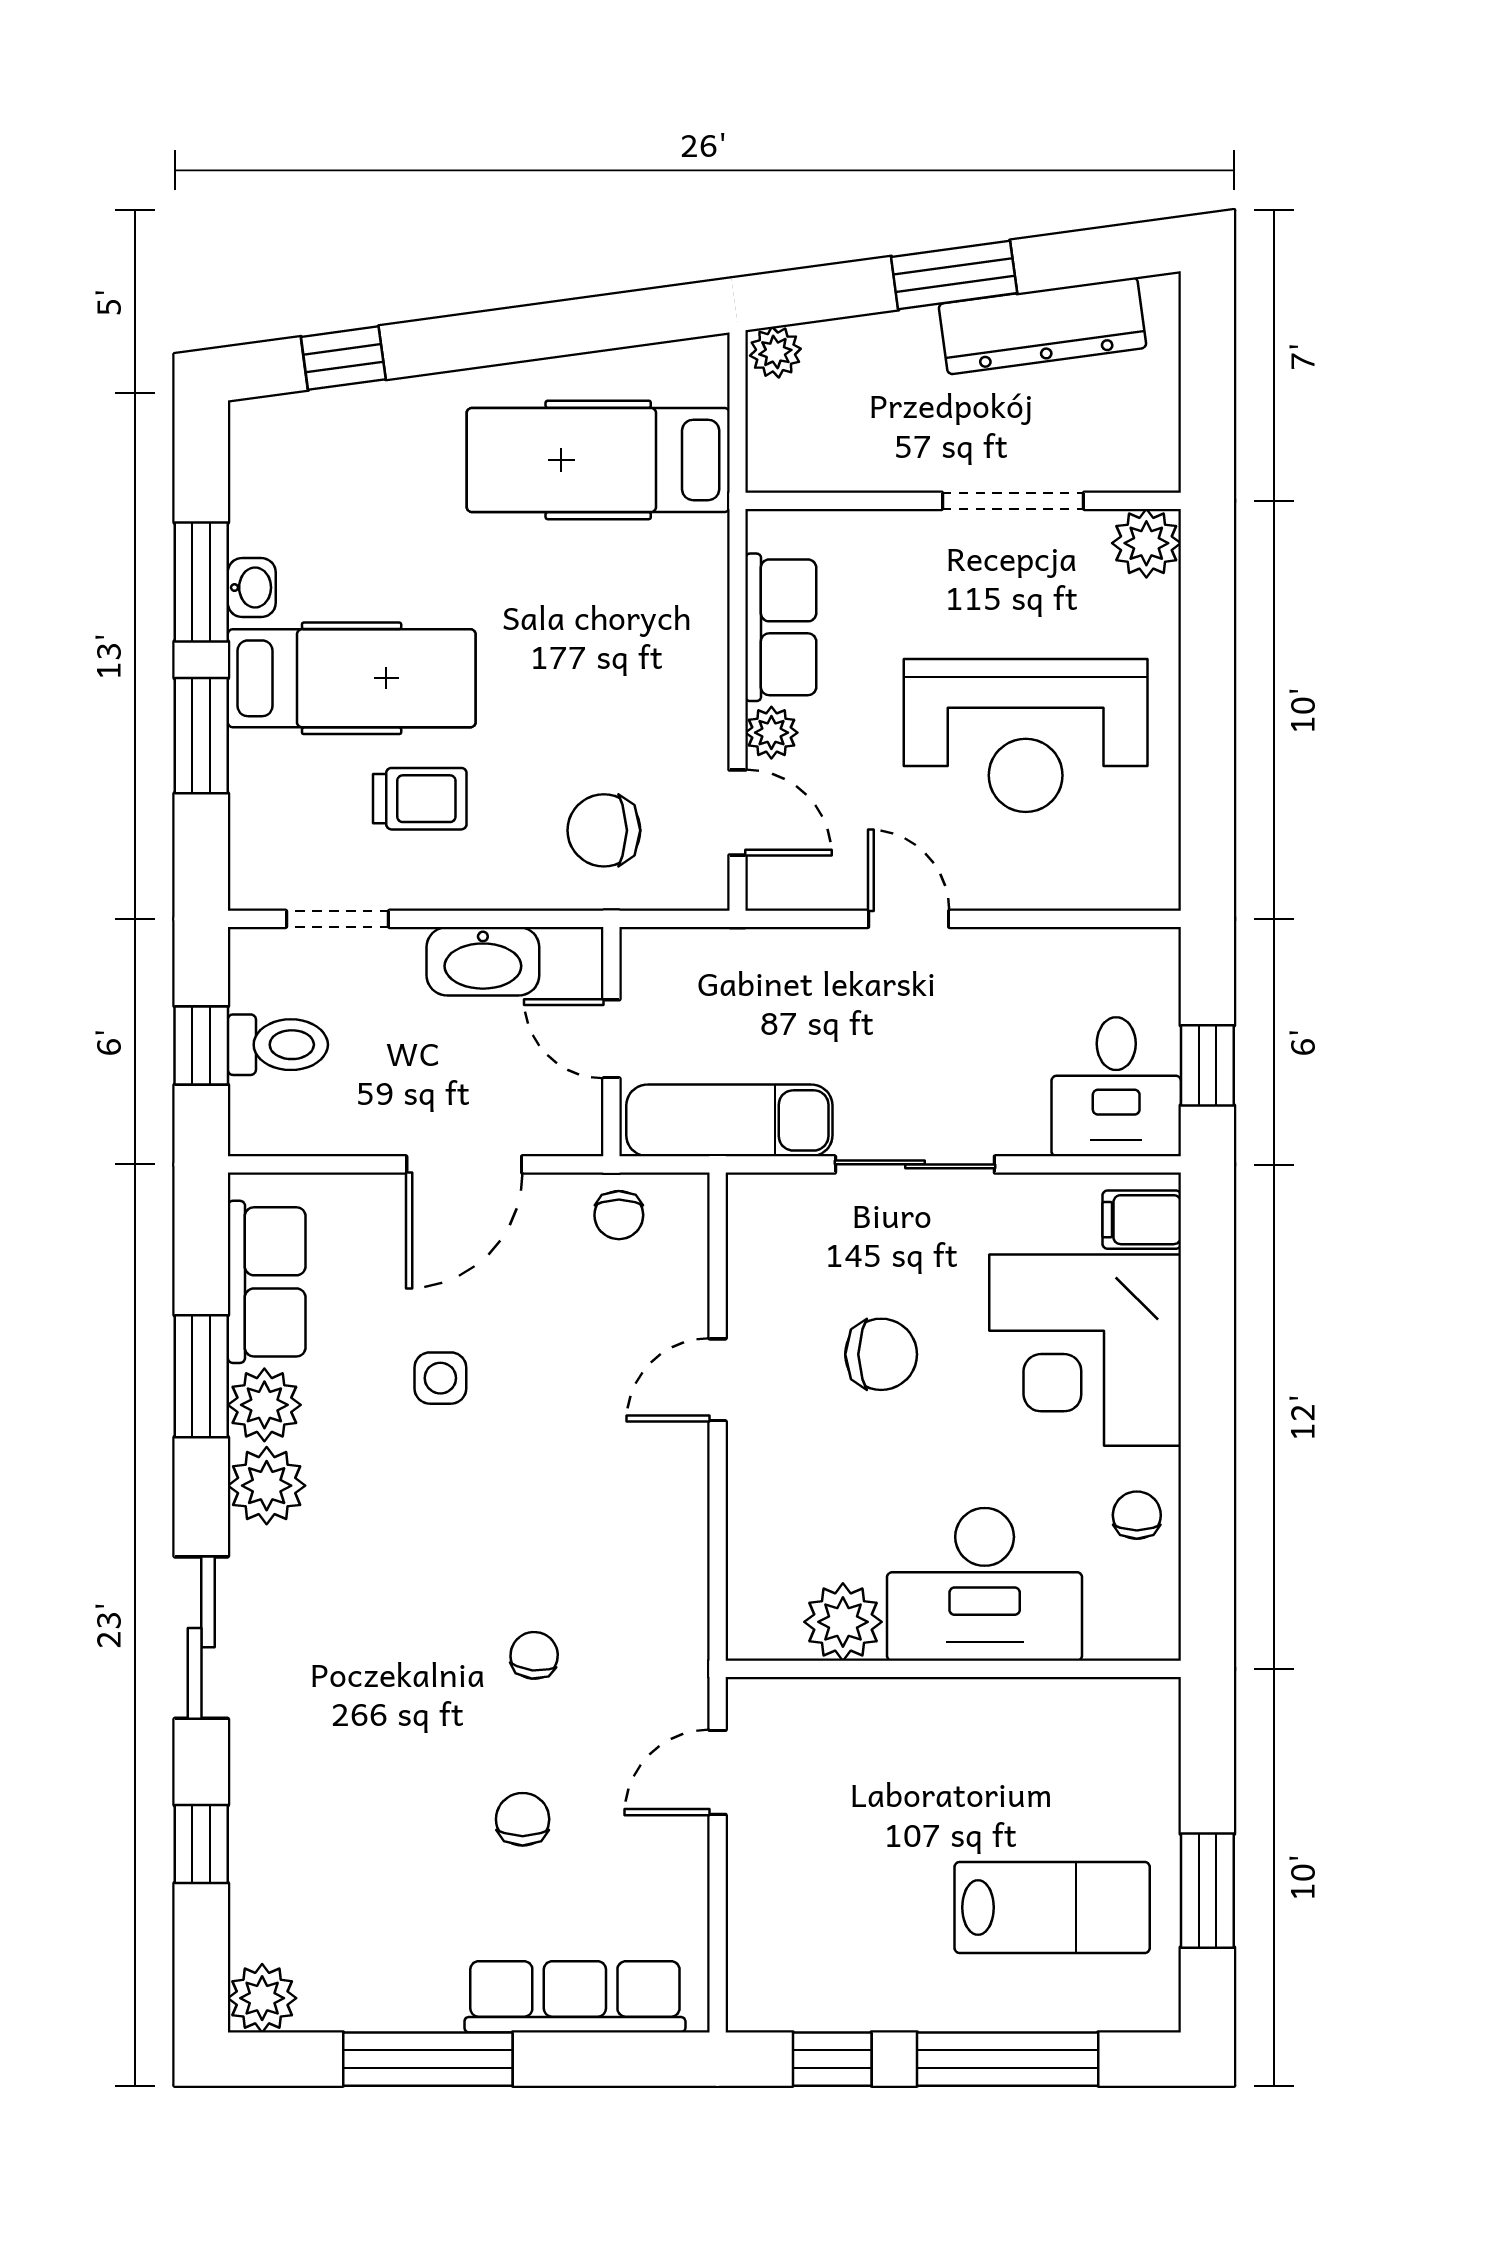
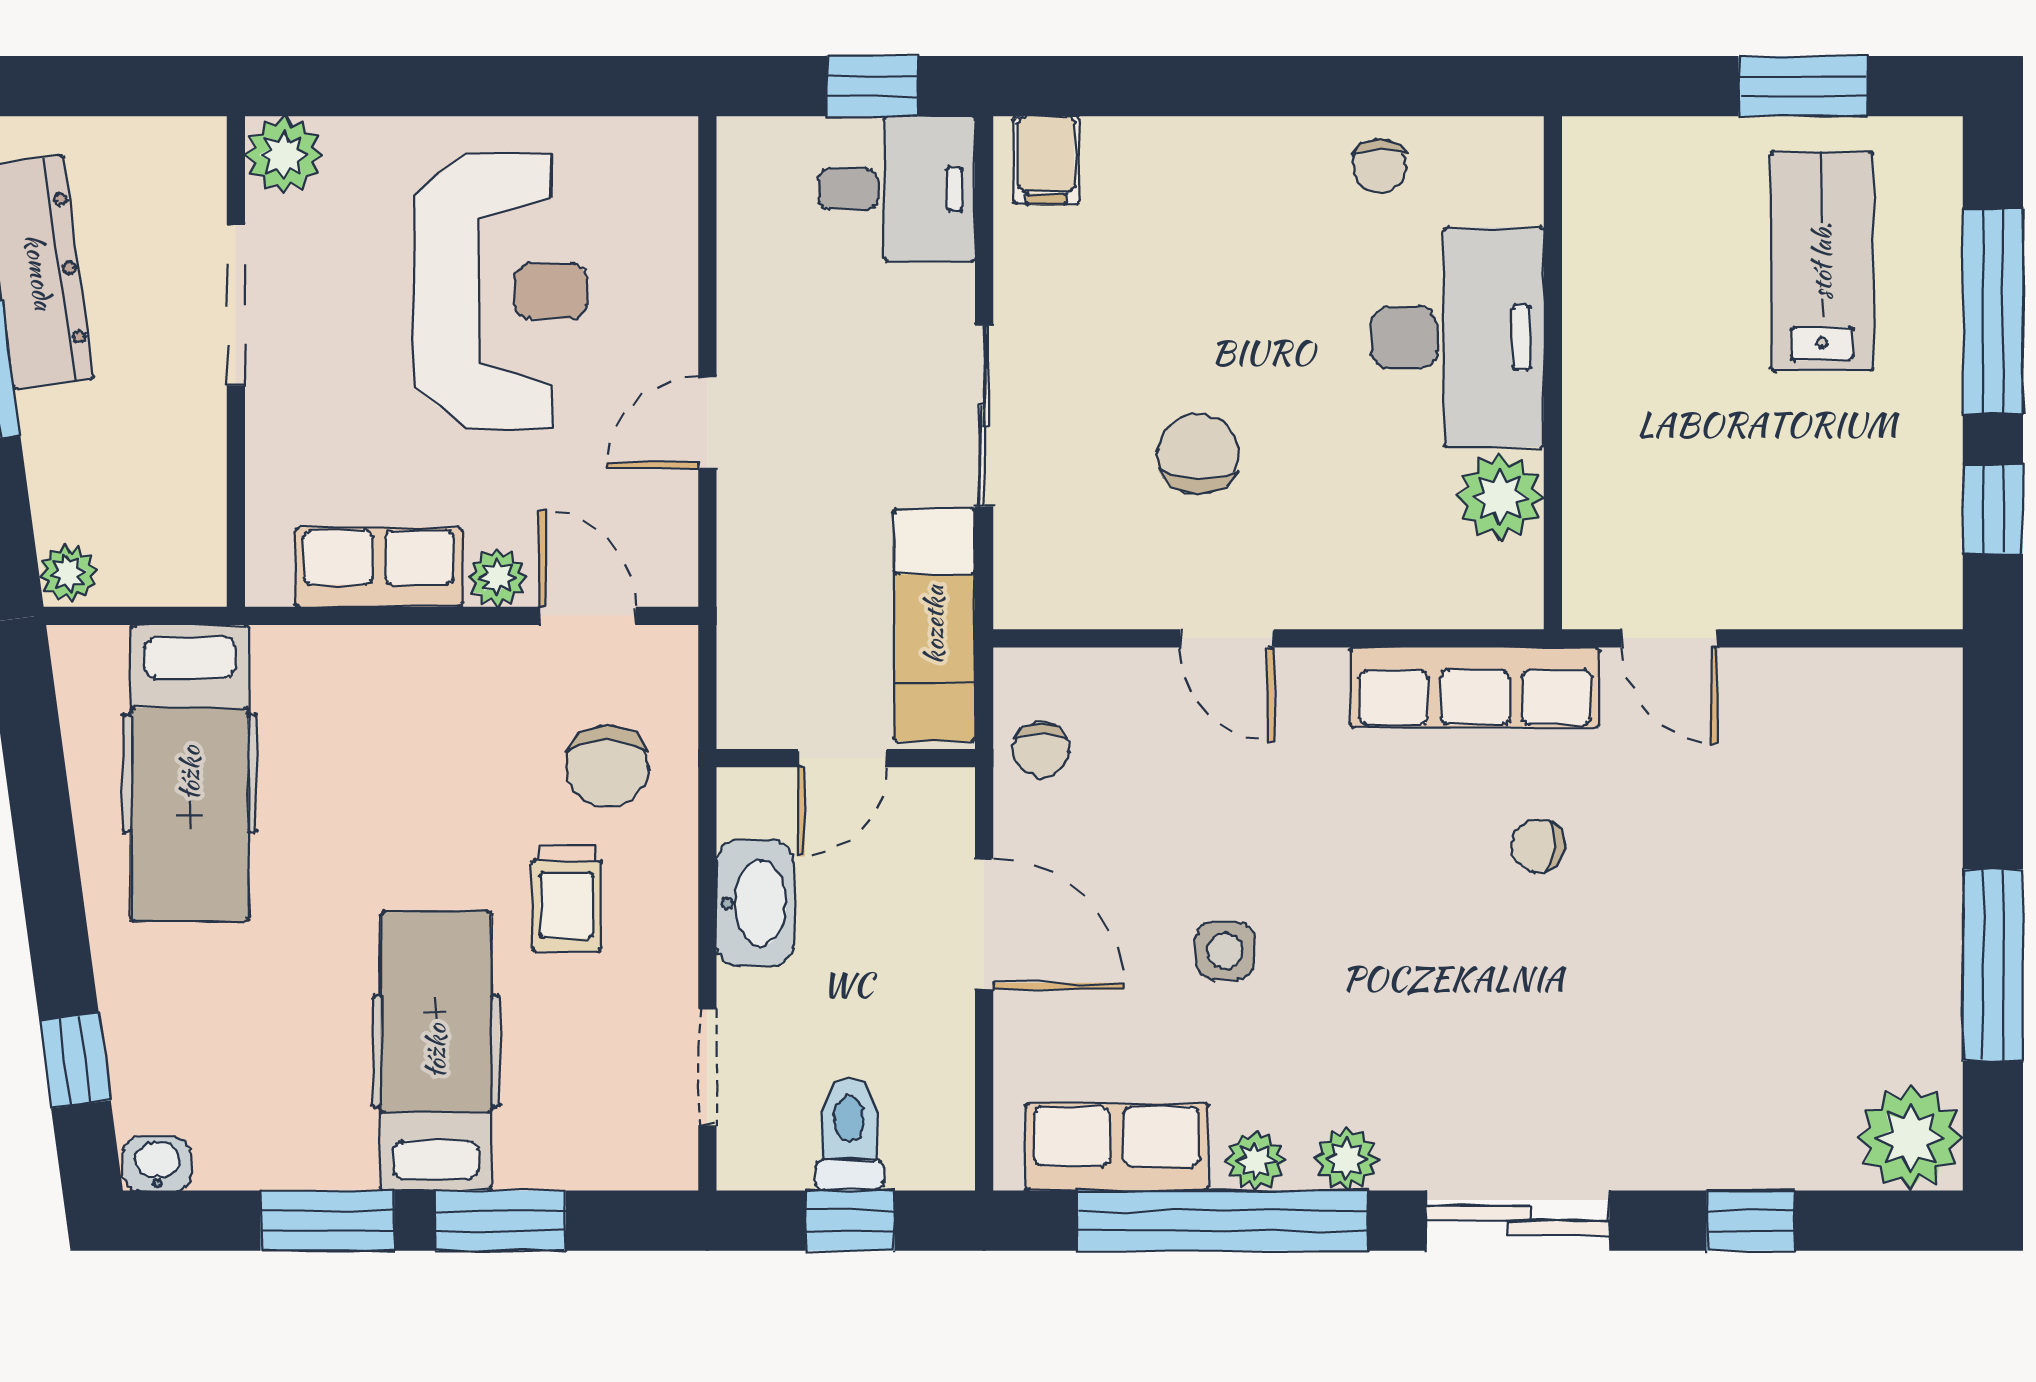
washbasin: (252, 588) -> (157, 1164), moved
trolley: (420, 799) -> (567, 898), moved, turned 180
door: (737, 813) -> (587, 616), hinge flipped
chair: (619, 1215) -> (1041, 750), turned 90
corner desk: (1085, 1350) -> (1193, 224), removed
window: (201, 1376) -> (1223, 1221), width x2.11
plant: (264, 1405) -> (1255, 1161), width x0.73, depth x0.73
plant: (267, 1486) -> (1346, 1159), width x0.73, depth x0.73
chair: (1137, 1515) -> (1380, 166), turned -90
chair: (523, 1819) -> (1722, 858), removed
row of seats: (575, 1997) -> (1475, 688), moved, turned -90
plant: (262, 1998) -> (1910, 1138), width x1.36, depth x1.36

